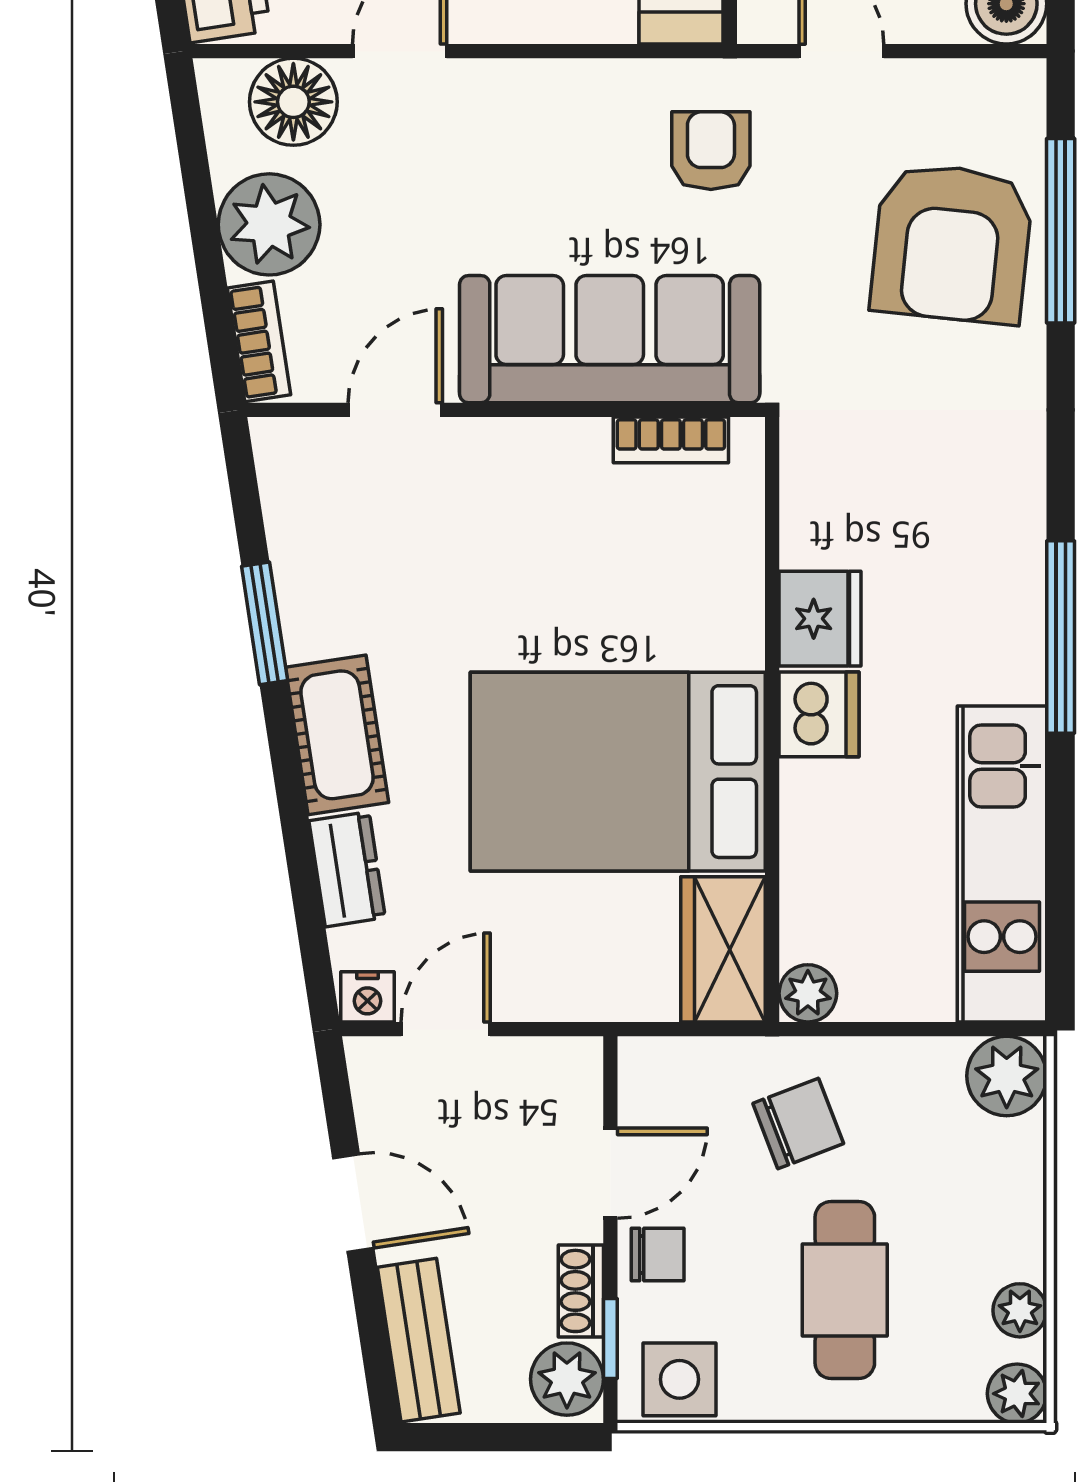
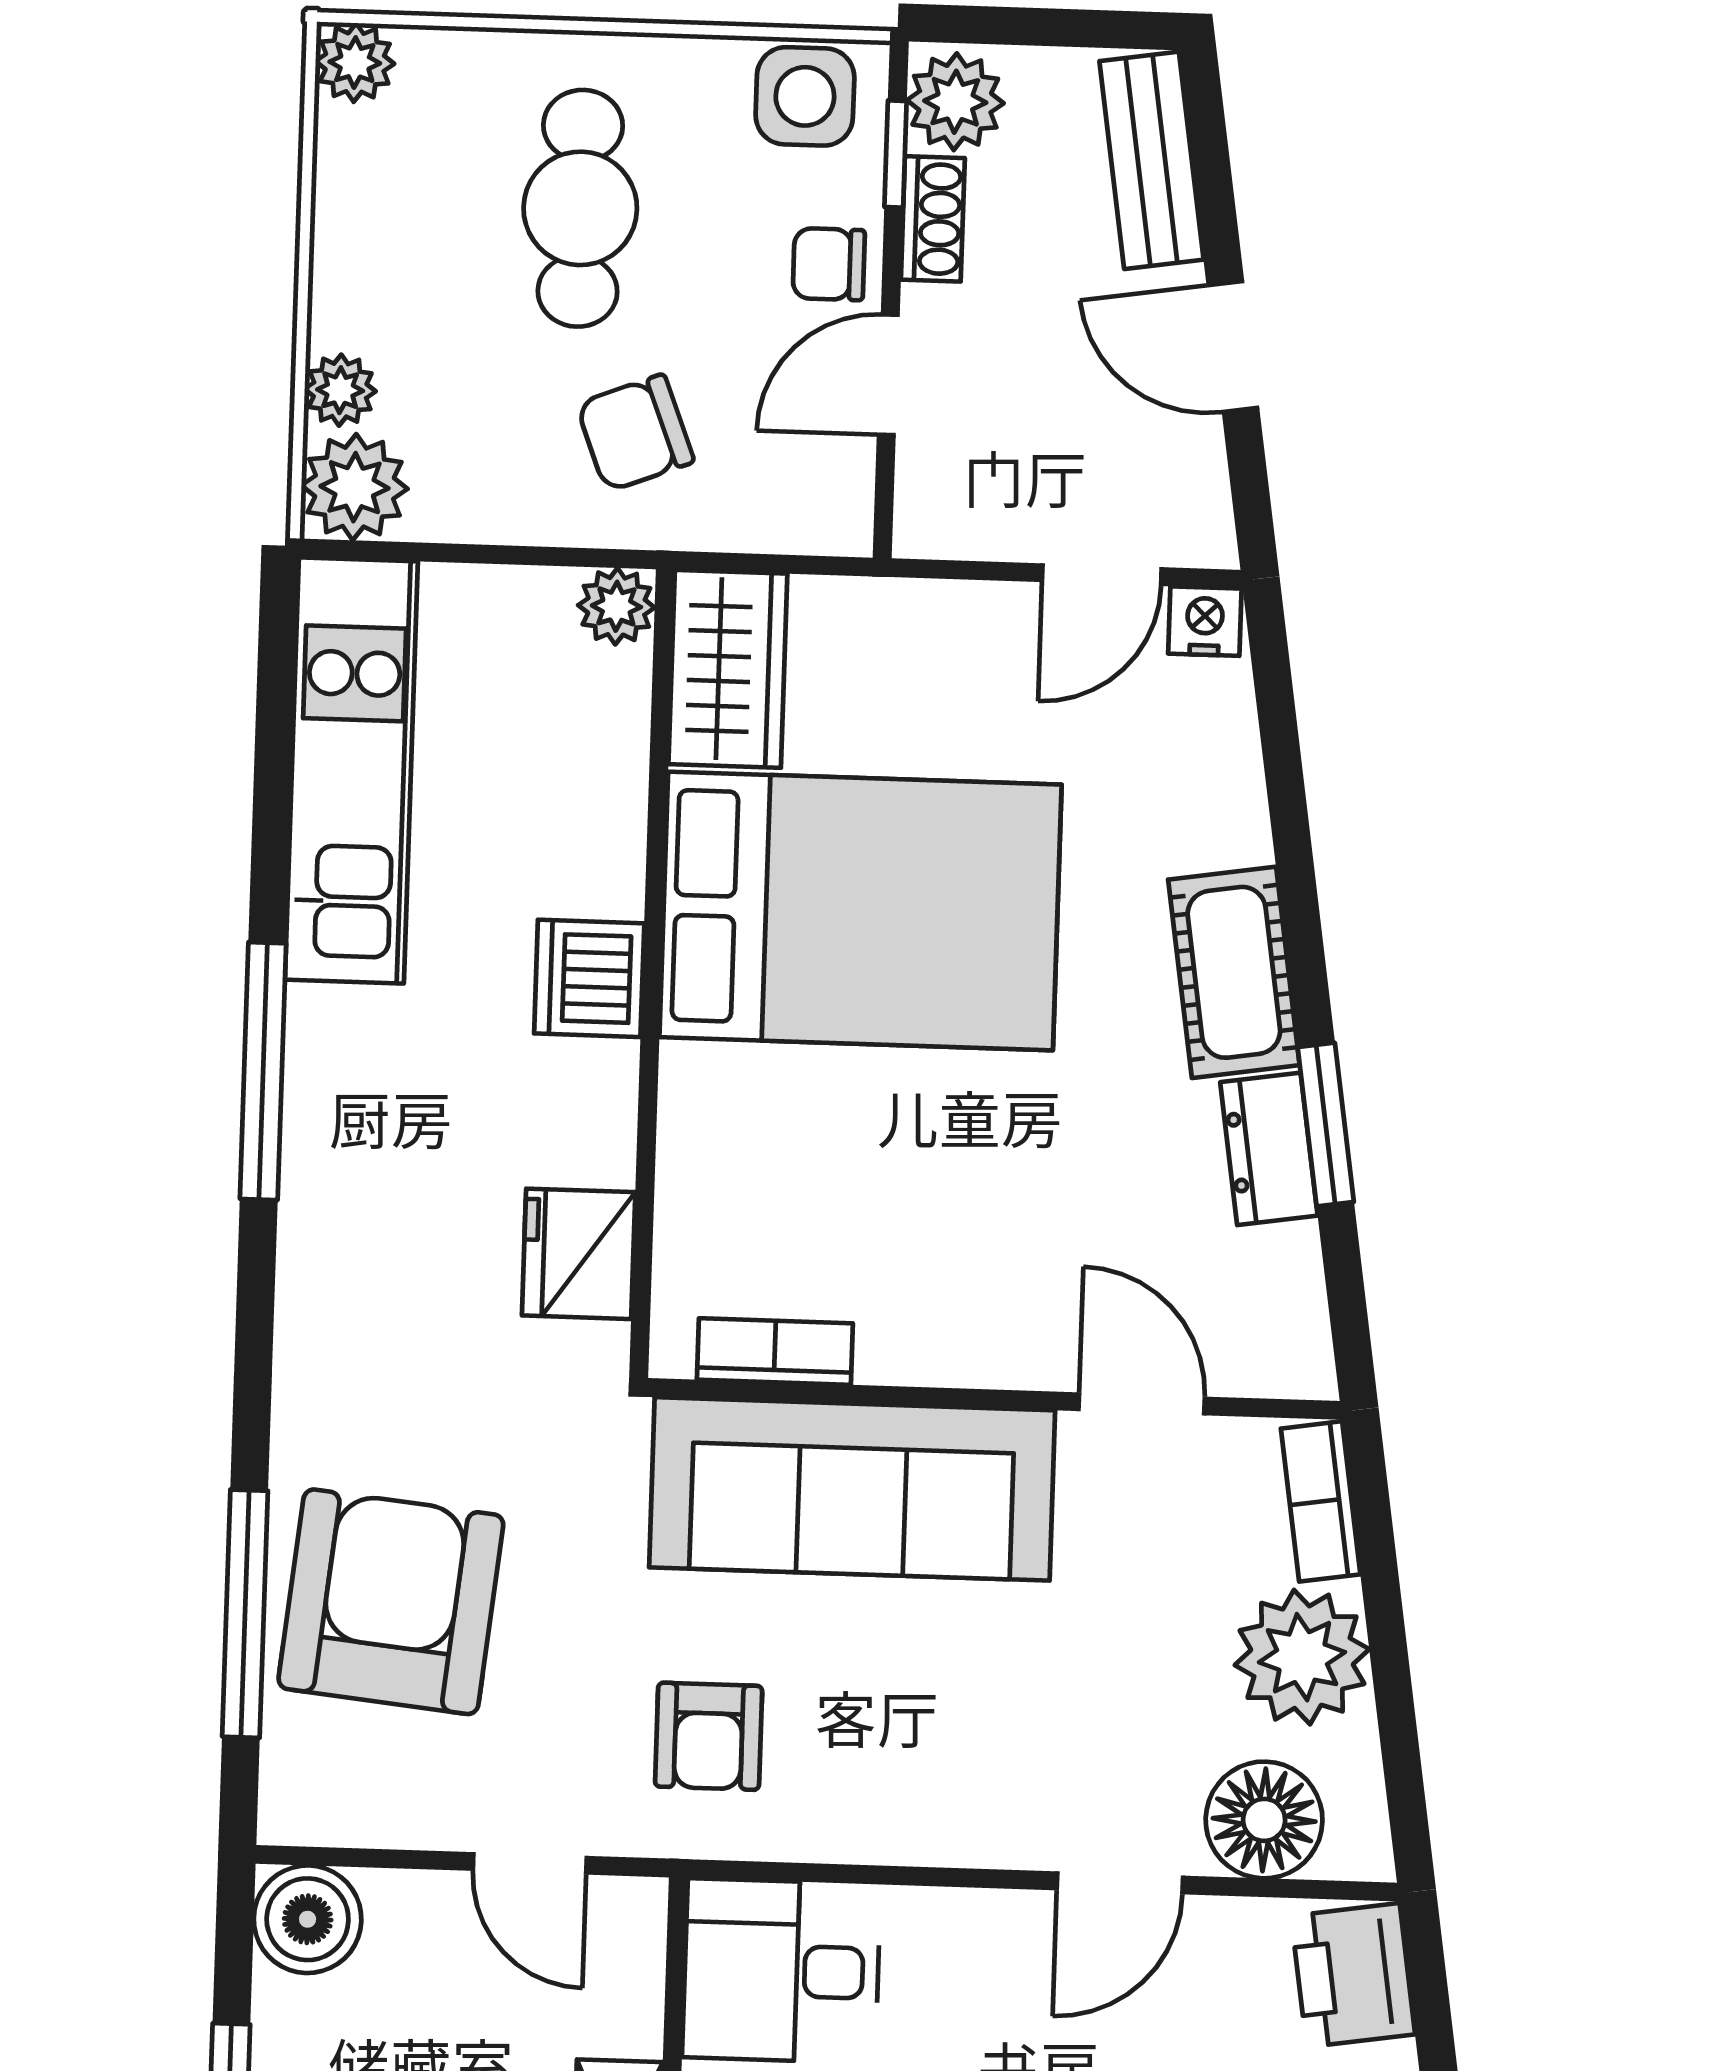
door: (395, 410) -> (1142, 1404), swing flipped
fridge: (820, 619) -> (579, 1254), moved
dresser: (347, 869) -> (1269, 1149), moved
plant: (1020, 1310) -> (340, 390), moved

